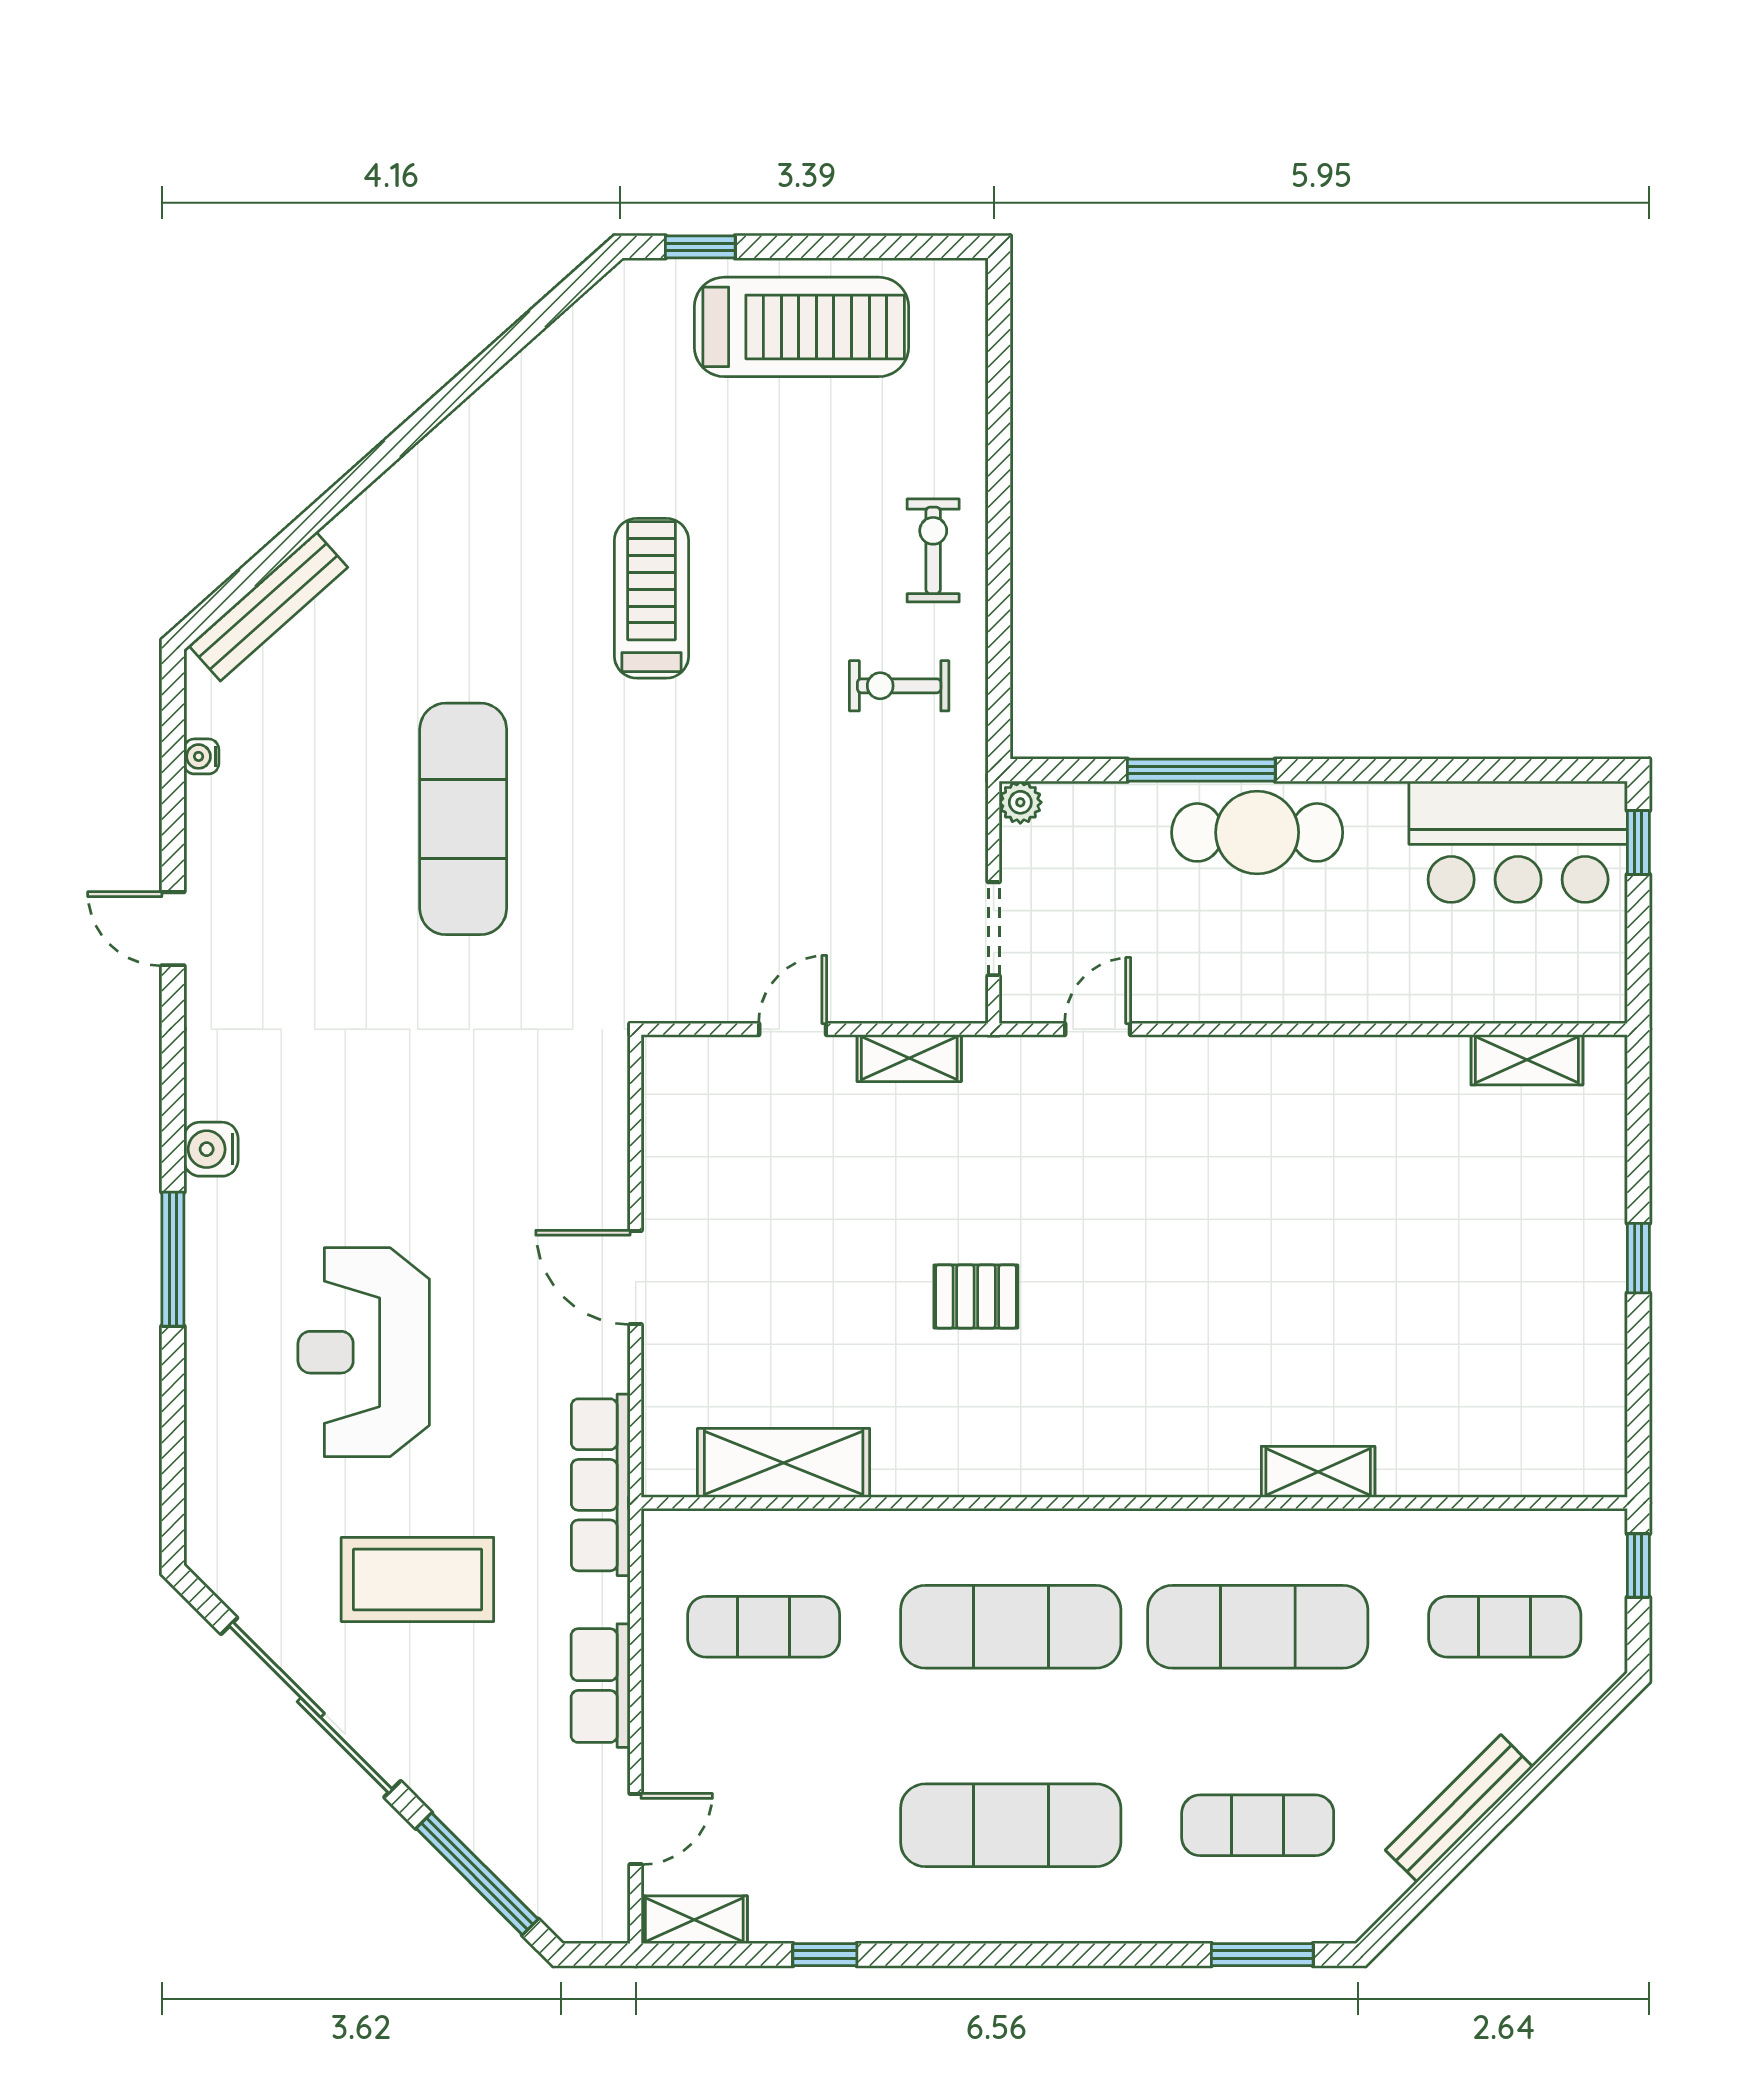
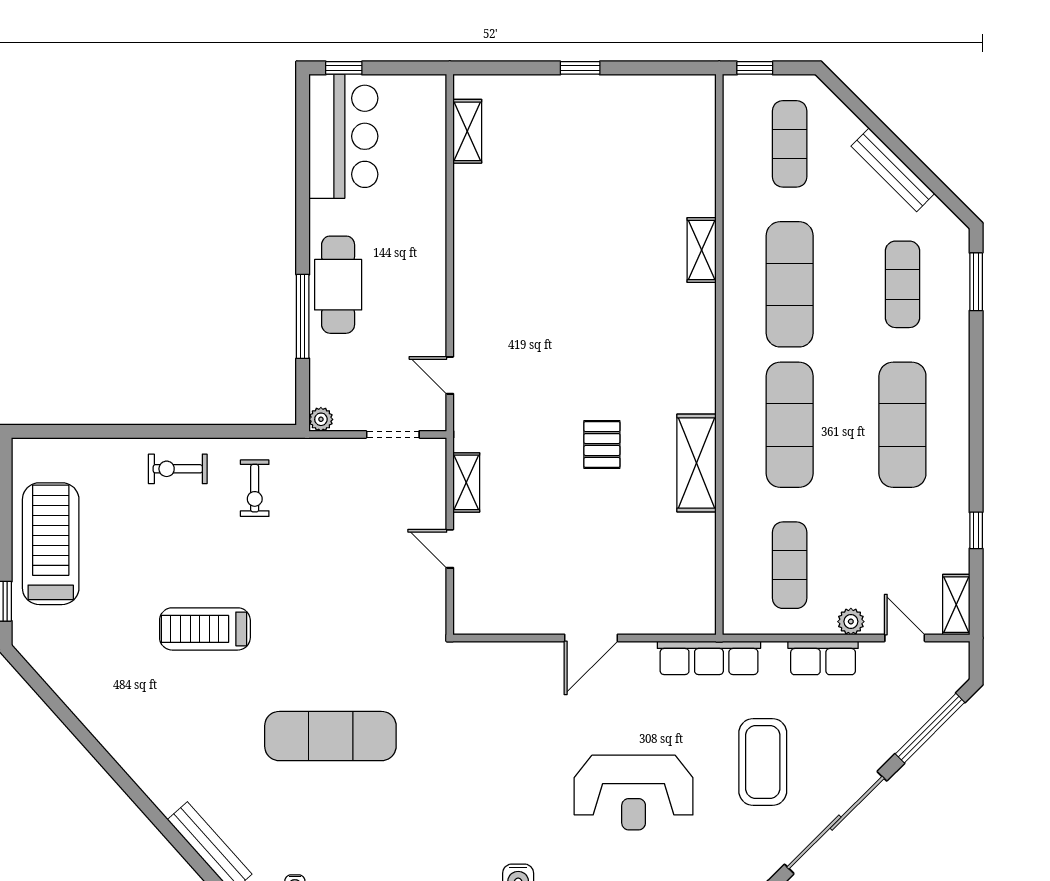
shelving: (784, 1463) -> (696, 463), moved
plant: (665, 1734) -> (851, 622), added

